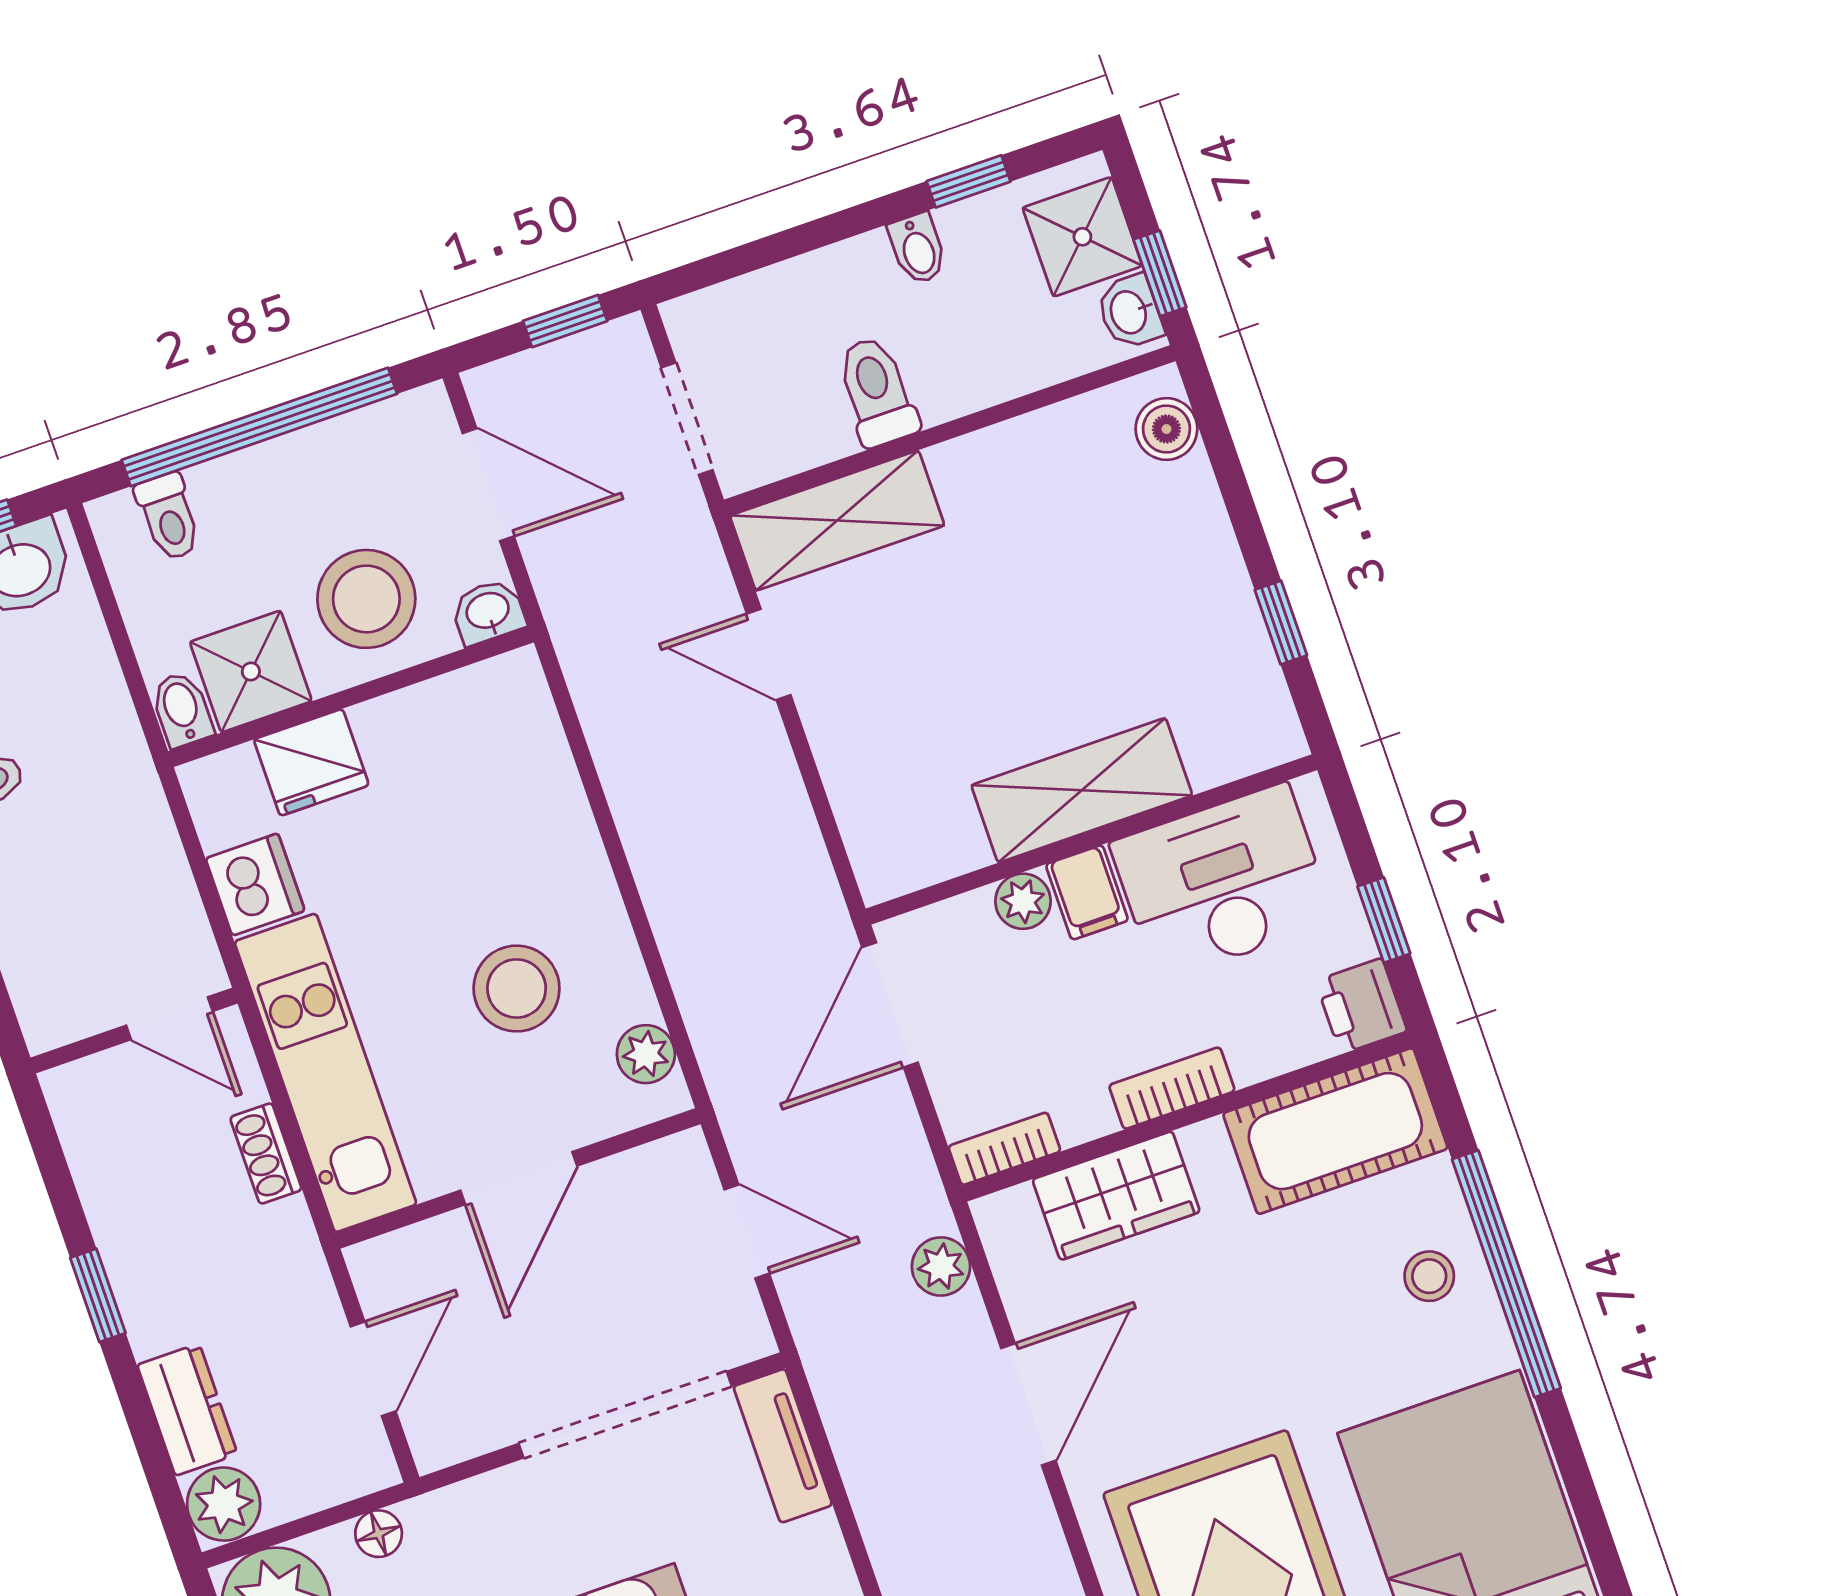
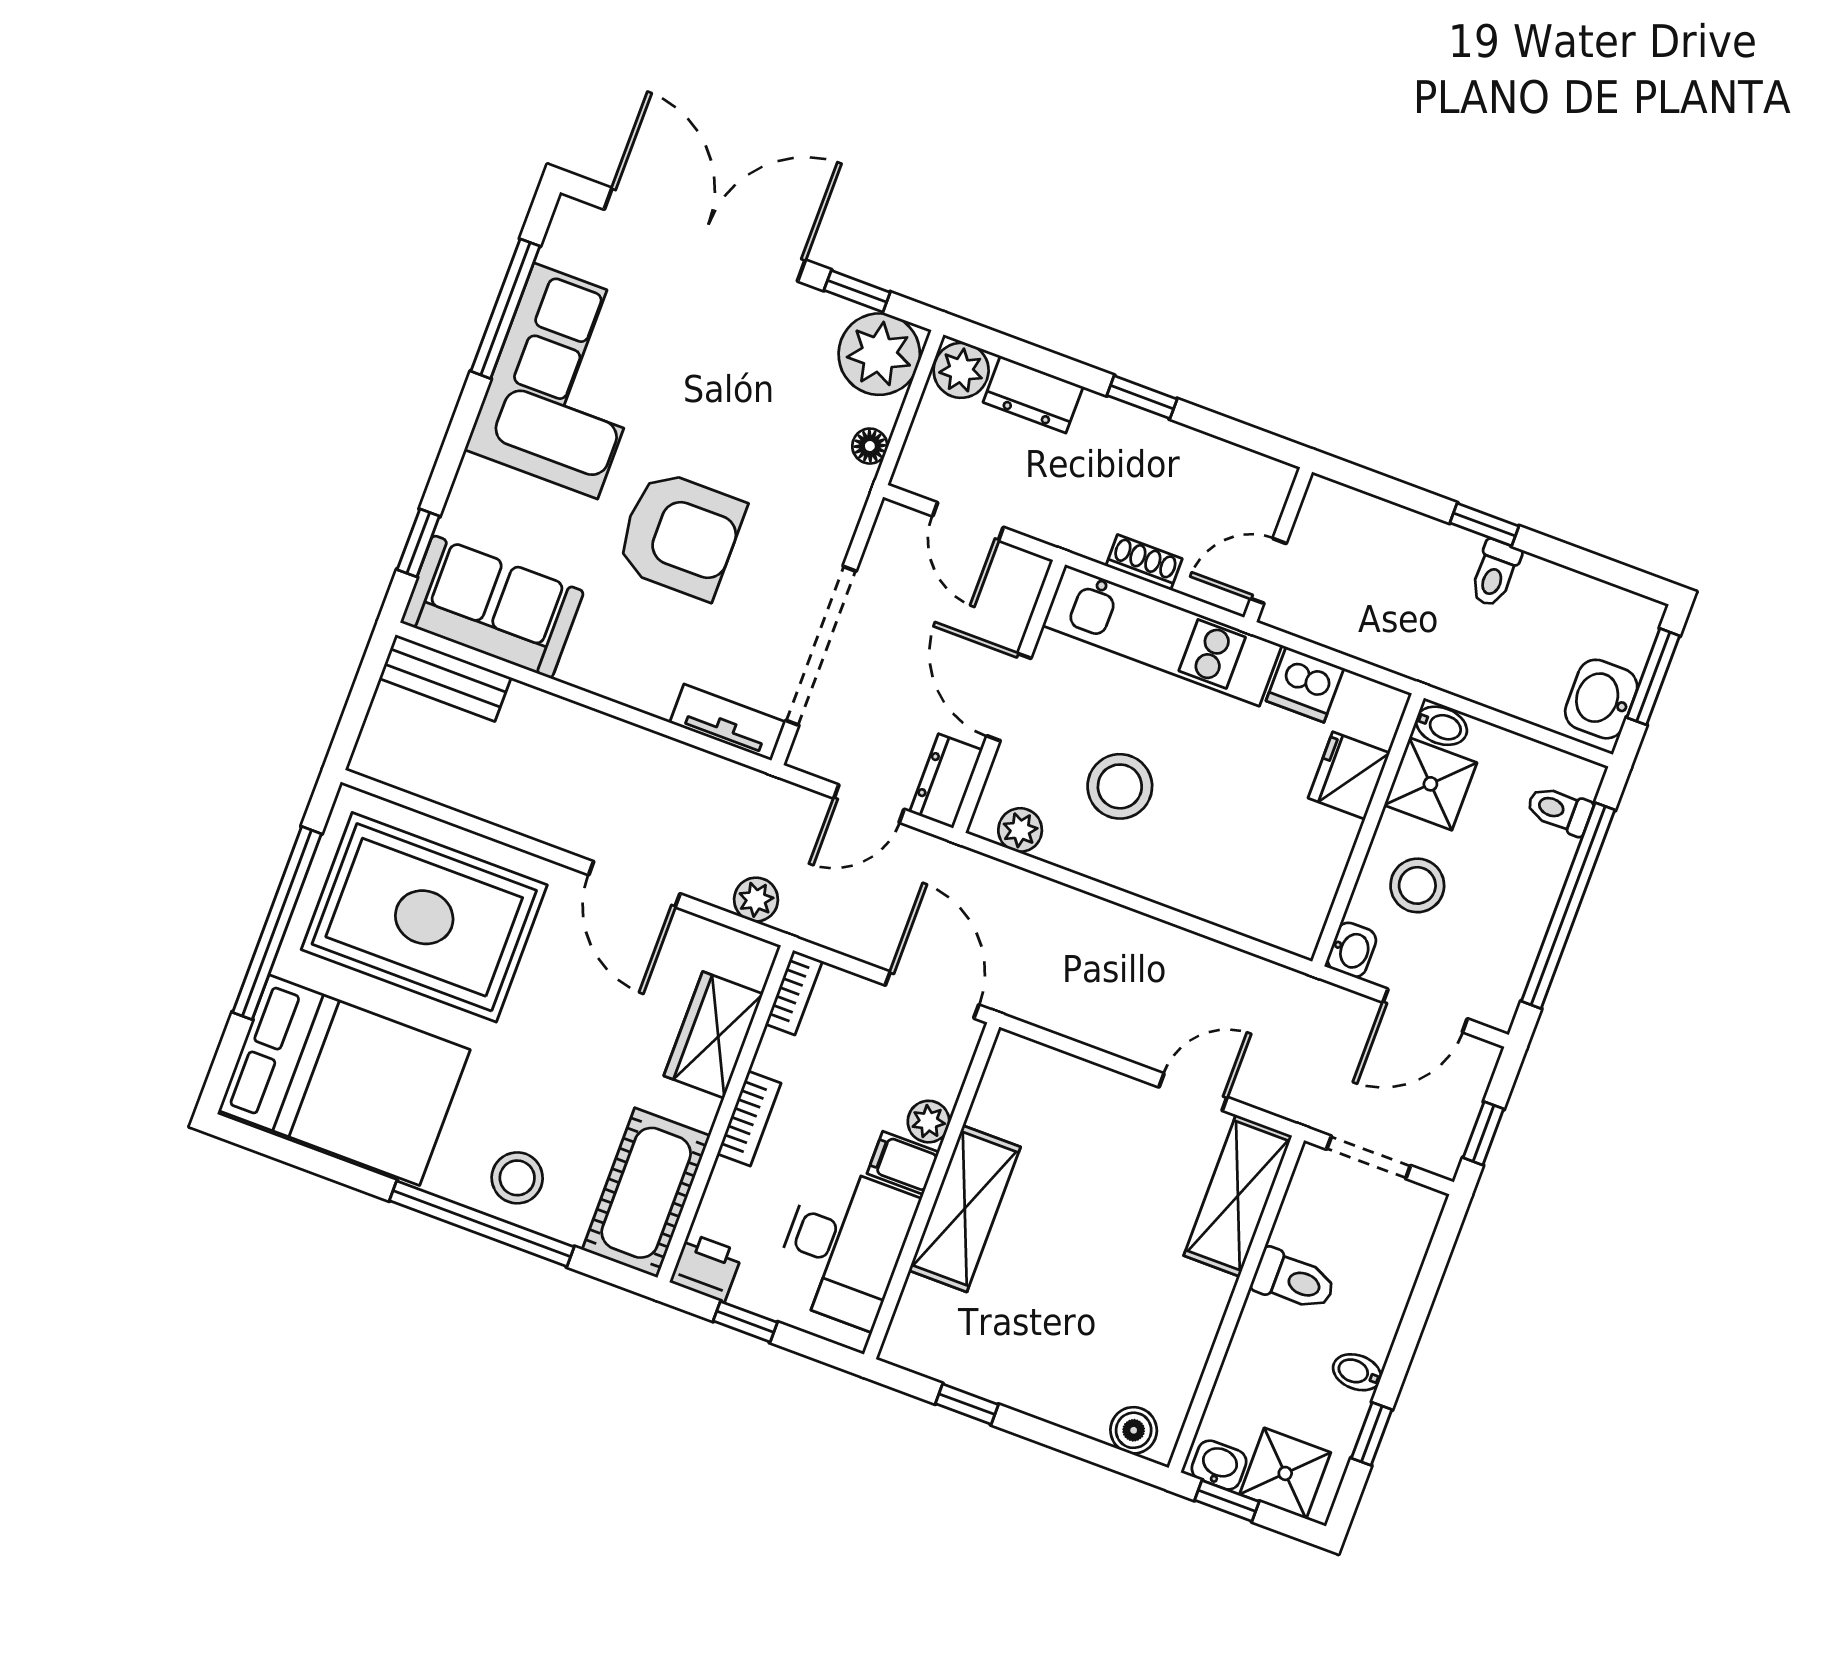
stool: (366, 599) -> (1417, 885), width x0.73, depth x0.73
dresser: (658, 1172) -> (946, 781), added
stool: (1429, 1276) -> (517, 1178), width x1.37, depth x1.37

